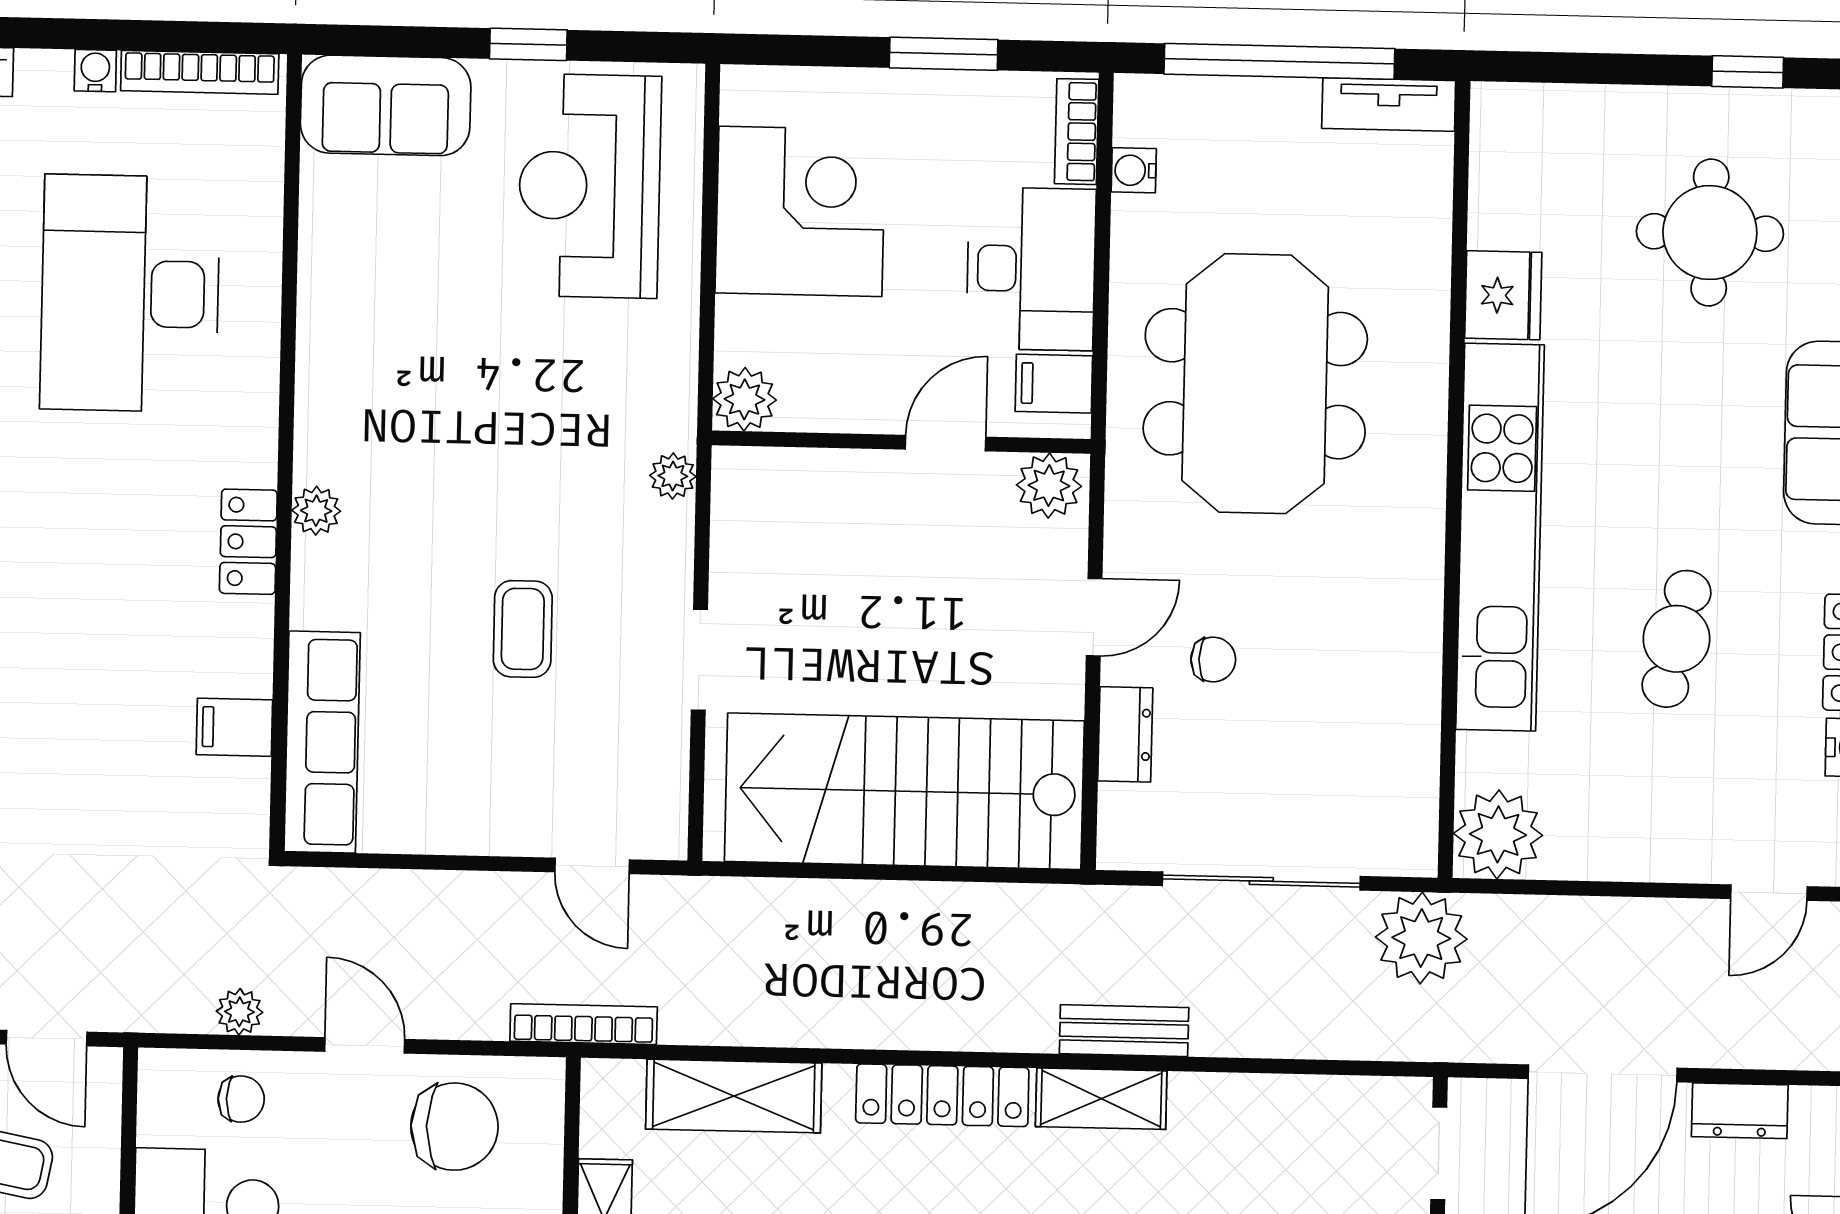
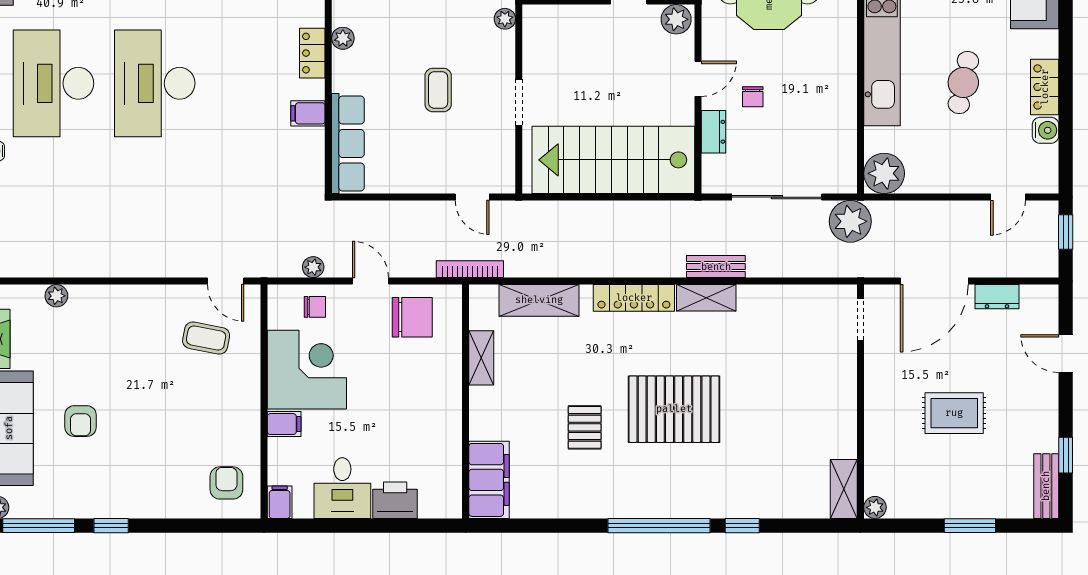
chair: (1213, 660) -> (753, 97), turned 90
filing cabinet: (234, 727) -> (308, 113), moved

